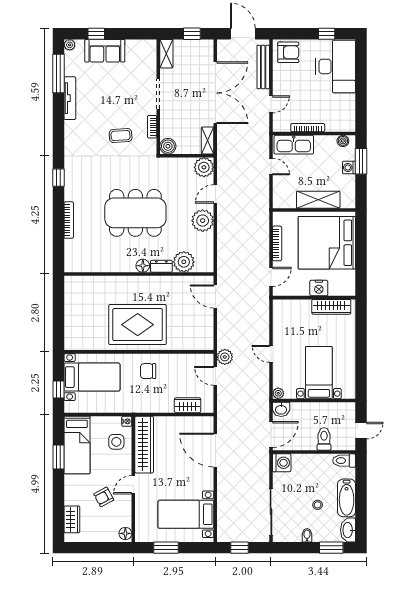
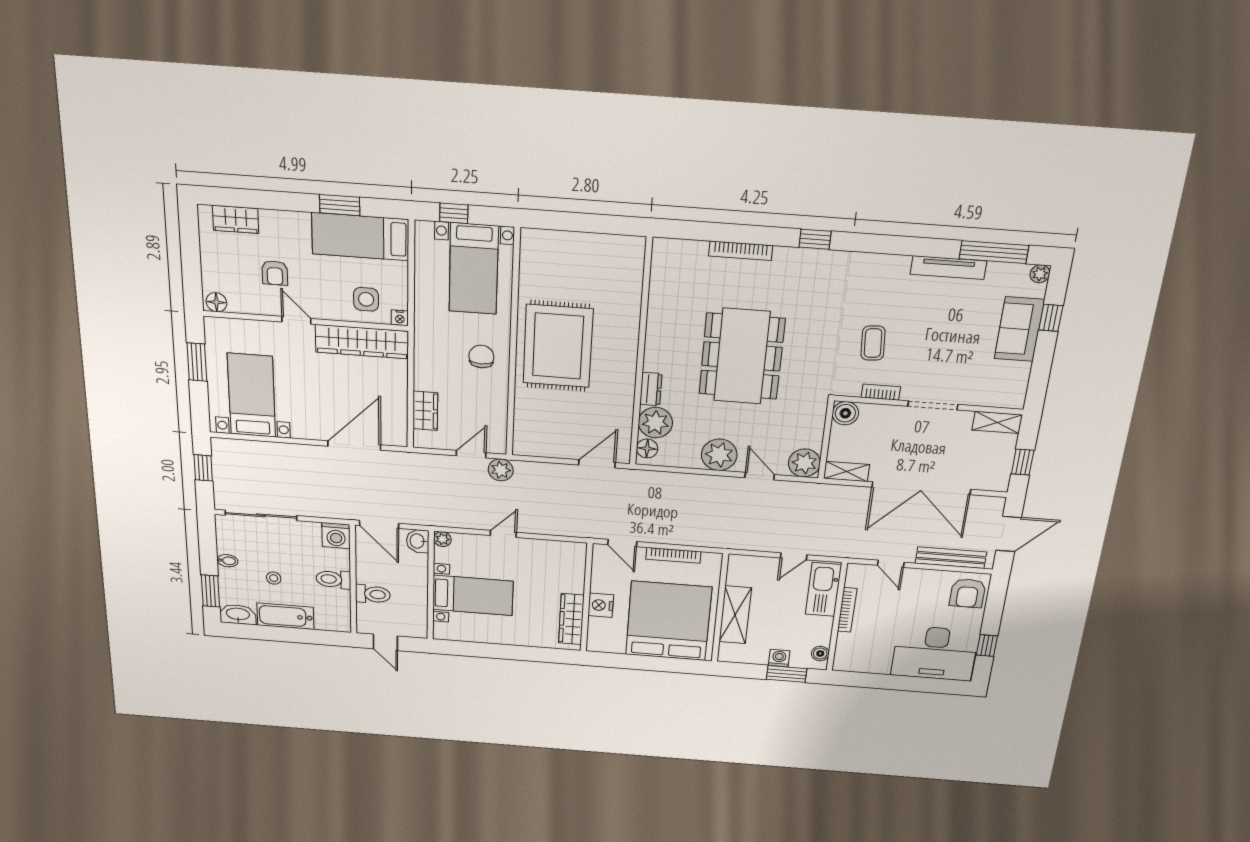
floor lamp: (143, 266) -> (647, 449), moved
toilet: (344, 461) -> (333, 579), moved, turned -90
armchair: (104, 497) -> (275, 273), turned -152

